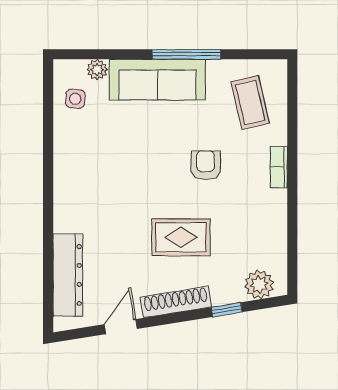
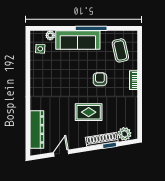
shoe rack: (176, 302) -> (102, 139), moved

